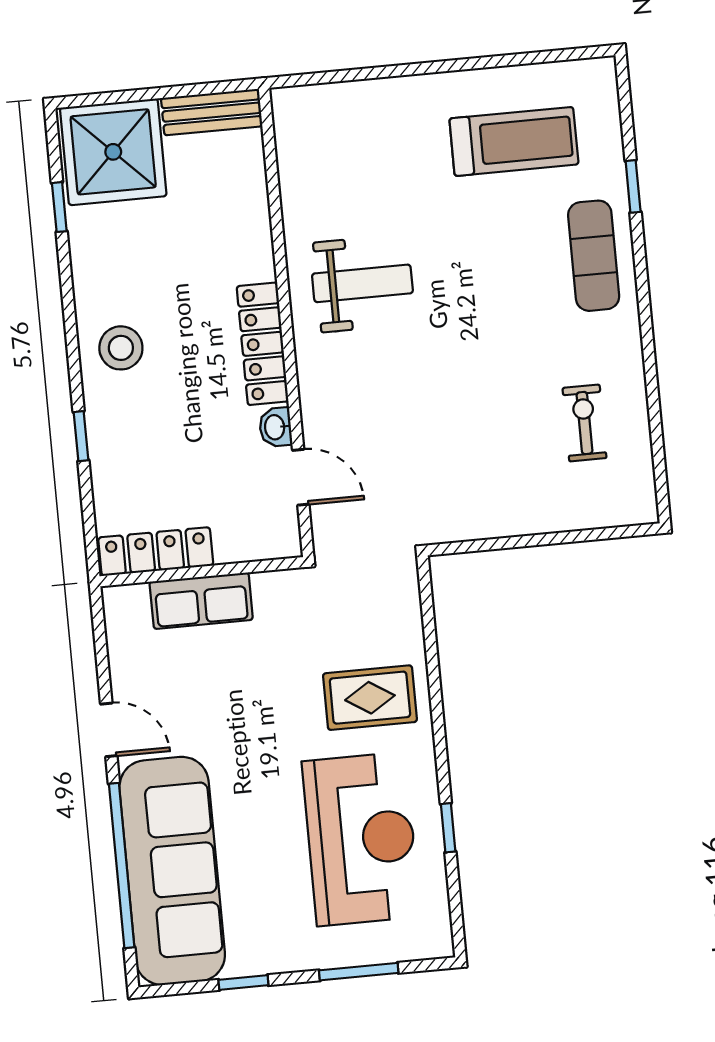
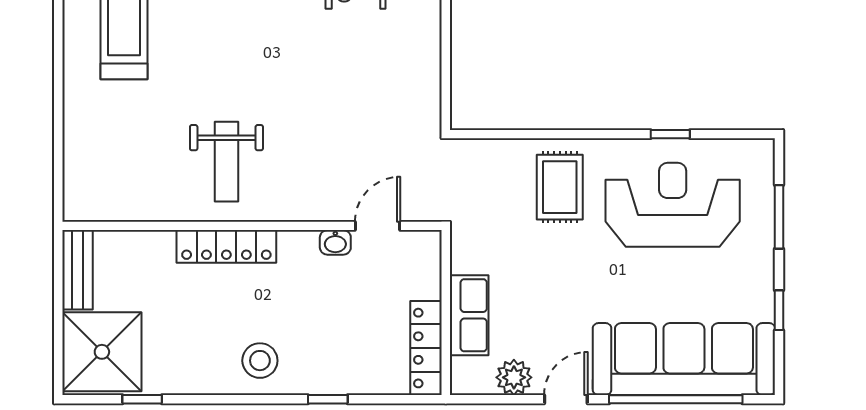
weight bench: (362, 283) -> (226, 162), turned 180
locker: (263, 344) -> (226, 246), moved
plant: (130, 663) -> (514, 377), added

